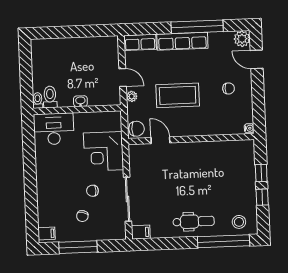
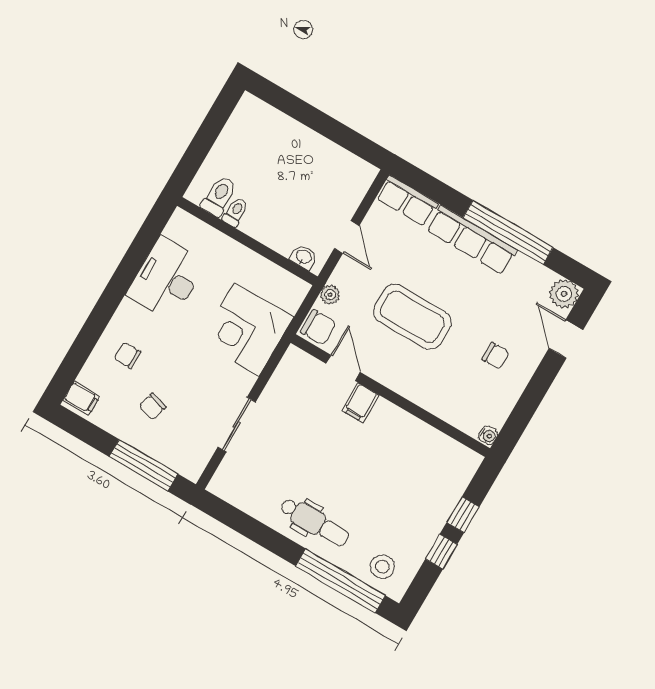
plant: (132, 96) -> (330, 295), moved
toilet: (38, 100) -> (235, 212), moved
washbasin: (80, 101) -> (304, 257), moved
desk: (54, 129) -> (166, 279), moved, turned -90
chair: (92, 191) -> (127, 355), moved
sliding door: (128, 199) -> (237, 425), width x0.73
filing cabinet: (141, 232) -> (360, 403), moved, turned 90
window: (78, 247) -> (143, 465), moved

